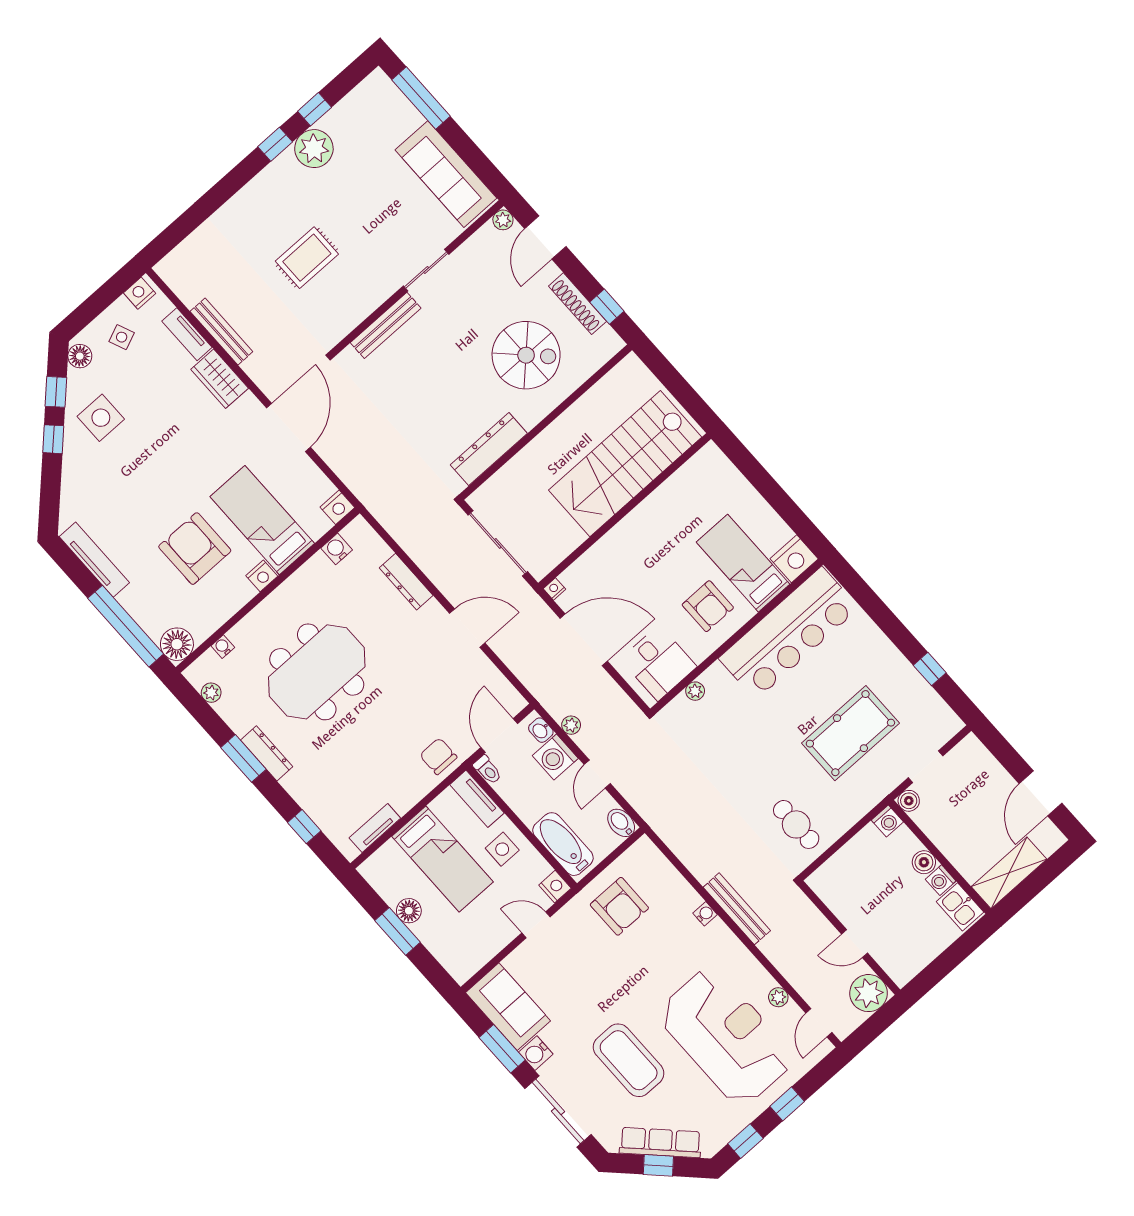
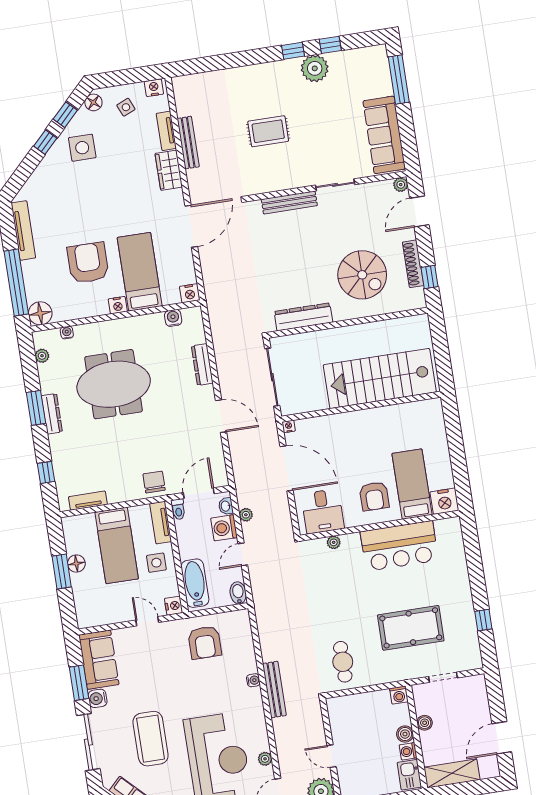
bar counter: (789, 633) -> (399, 546), width x0.73
boiler: (909, 801) -> (425, 723), moved

